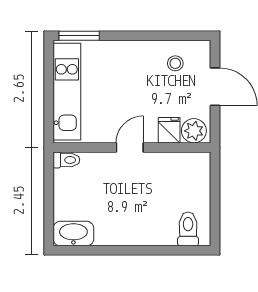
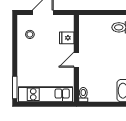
plant: (194, 131) -> (67, 24), removed
door: (130, 147) -> (76, 60), hinge flipped

